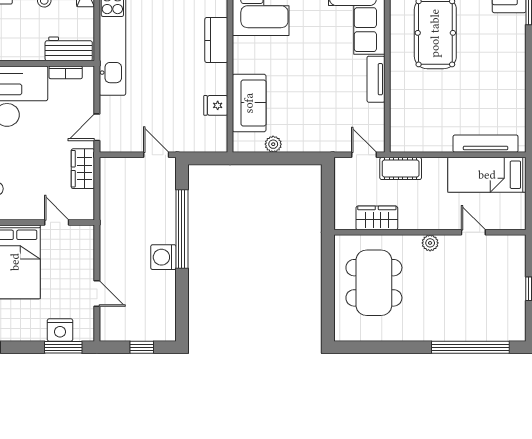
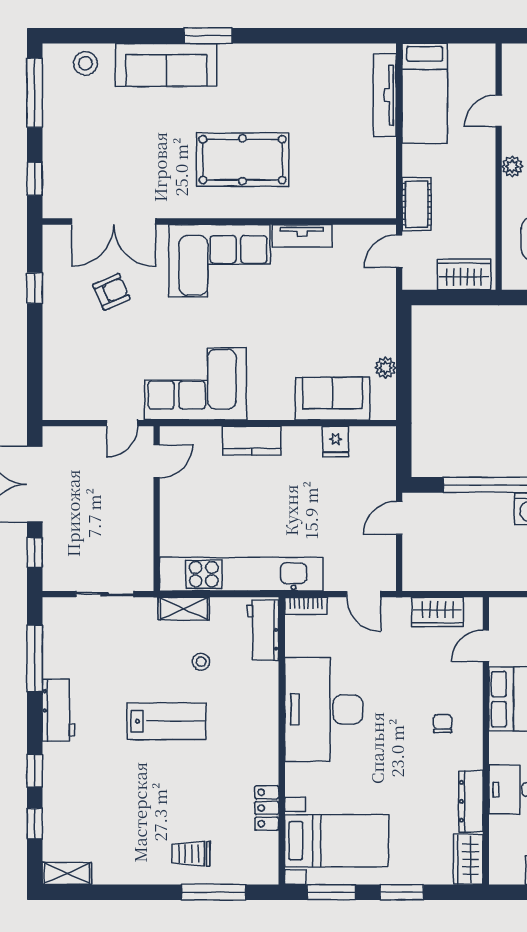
bookcase: (66, 72) -> (306, 606), moved, turned 90
wardrobe: (83, 169) -> (437, 612), moved
wardrobe: (377, 218) -> (464, 274), moved, turned 90

